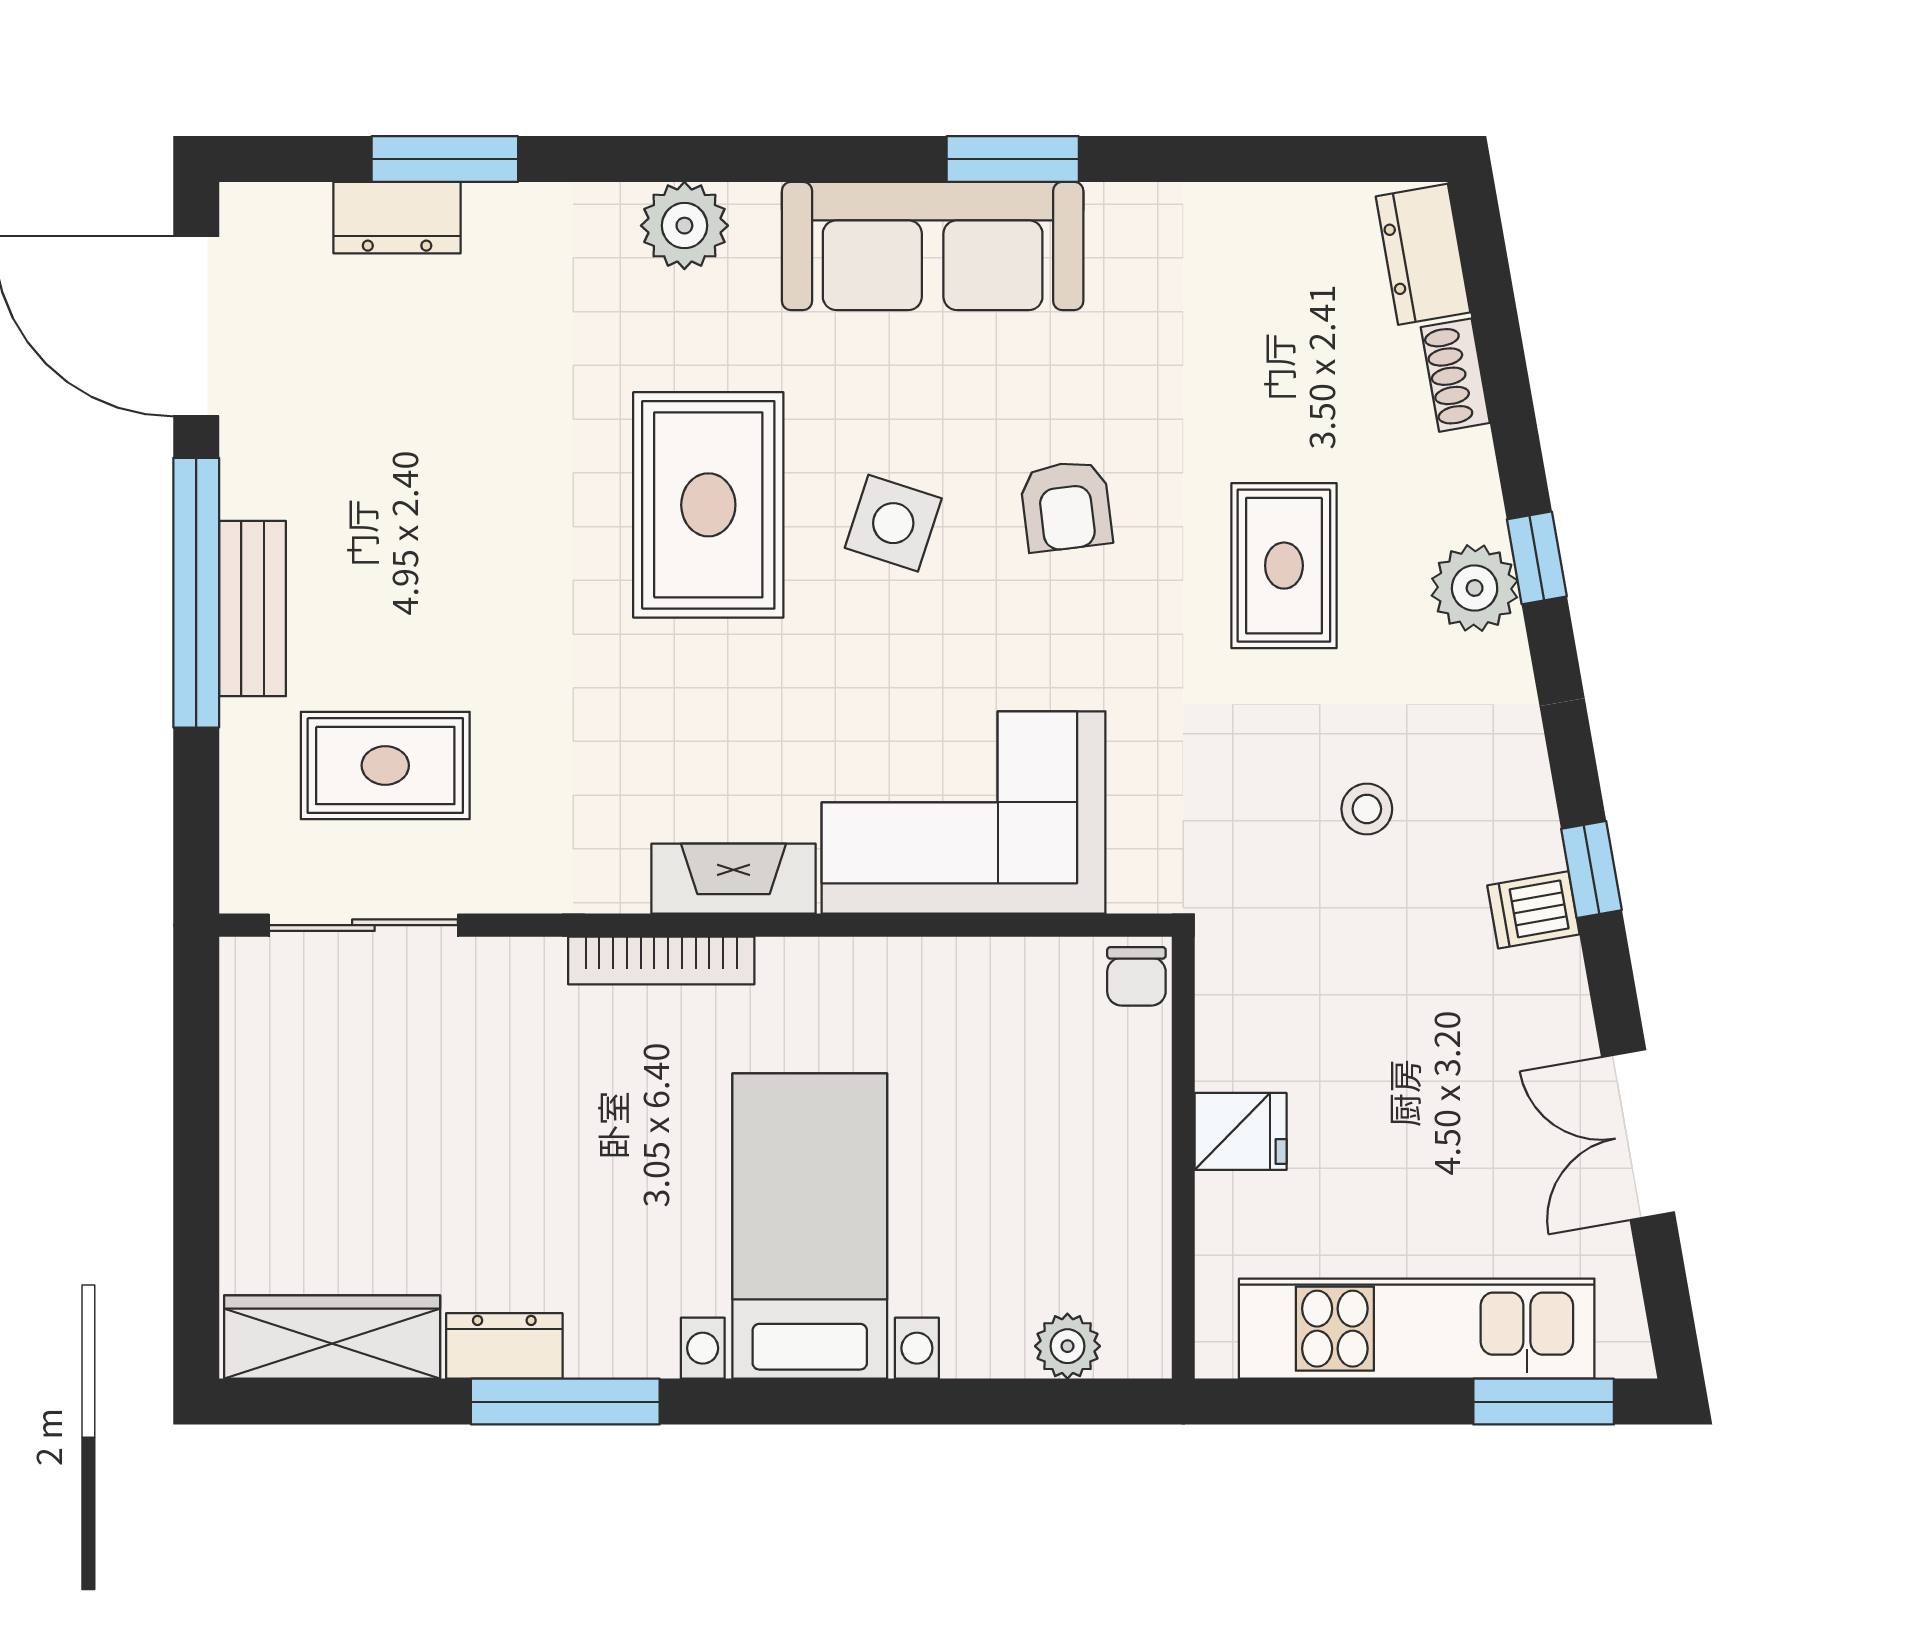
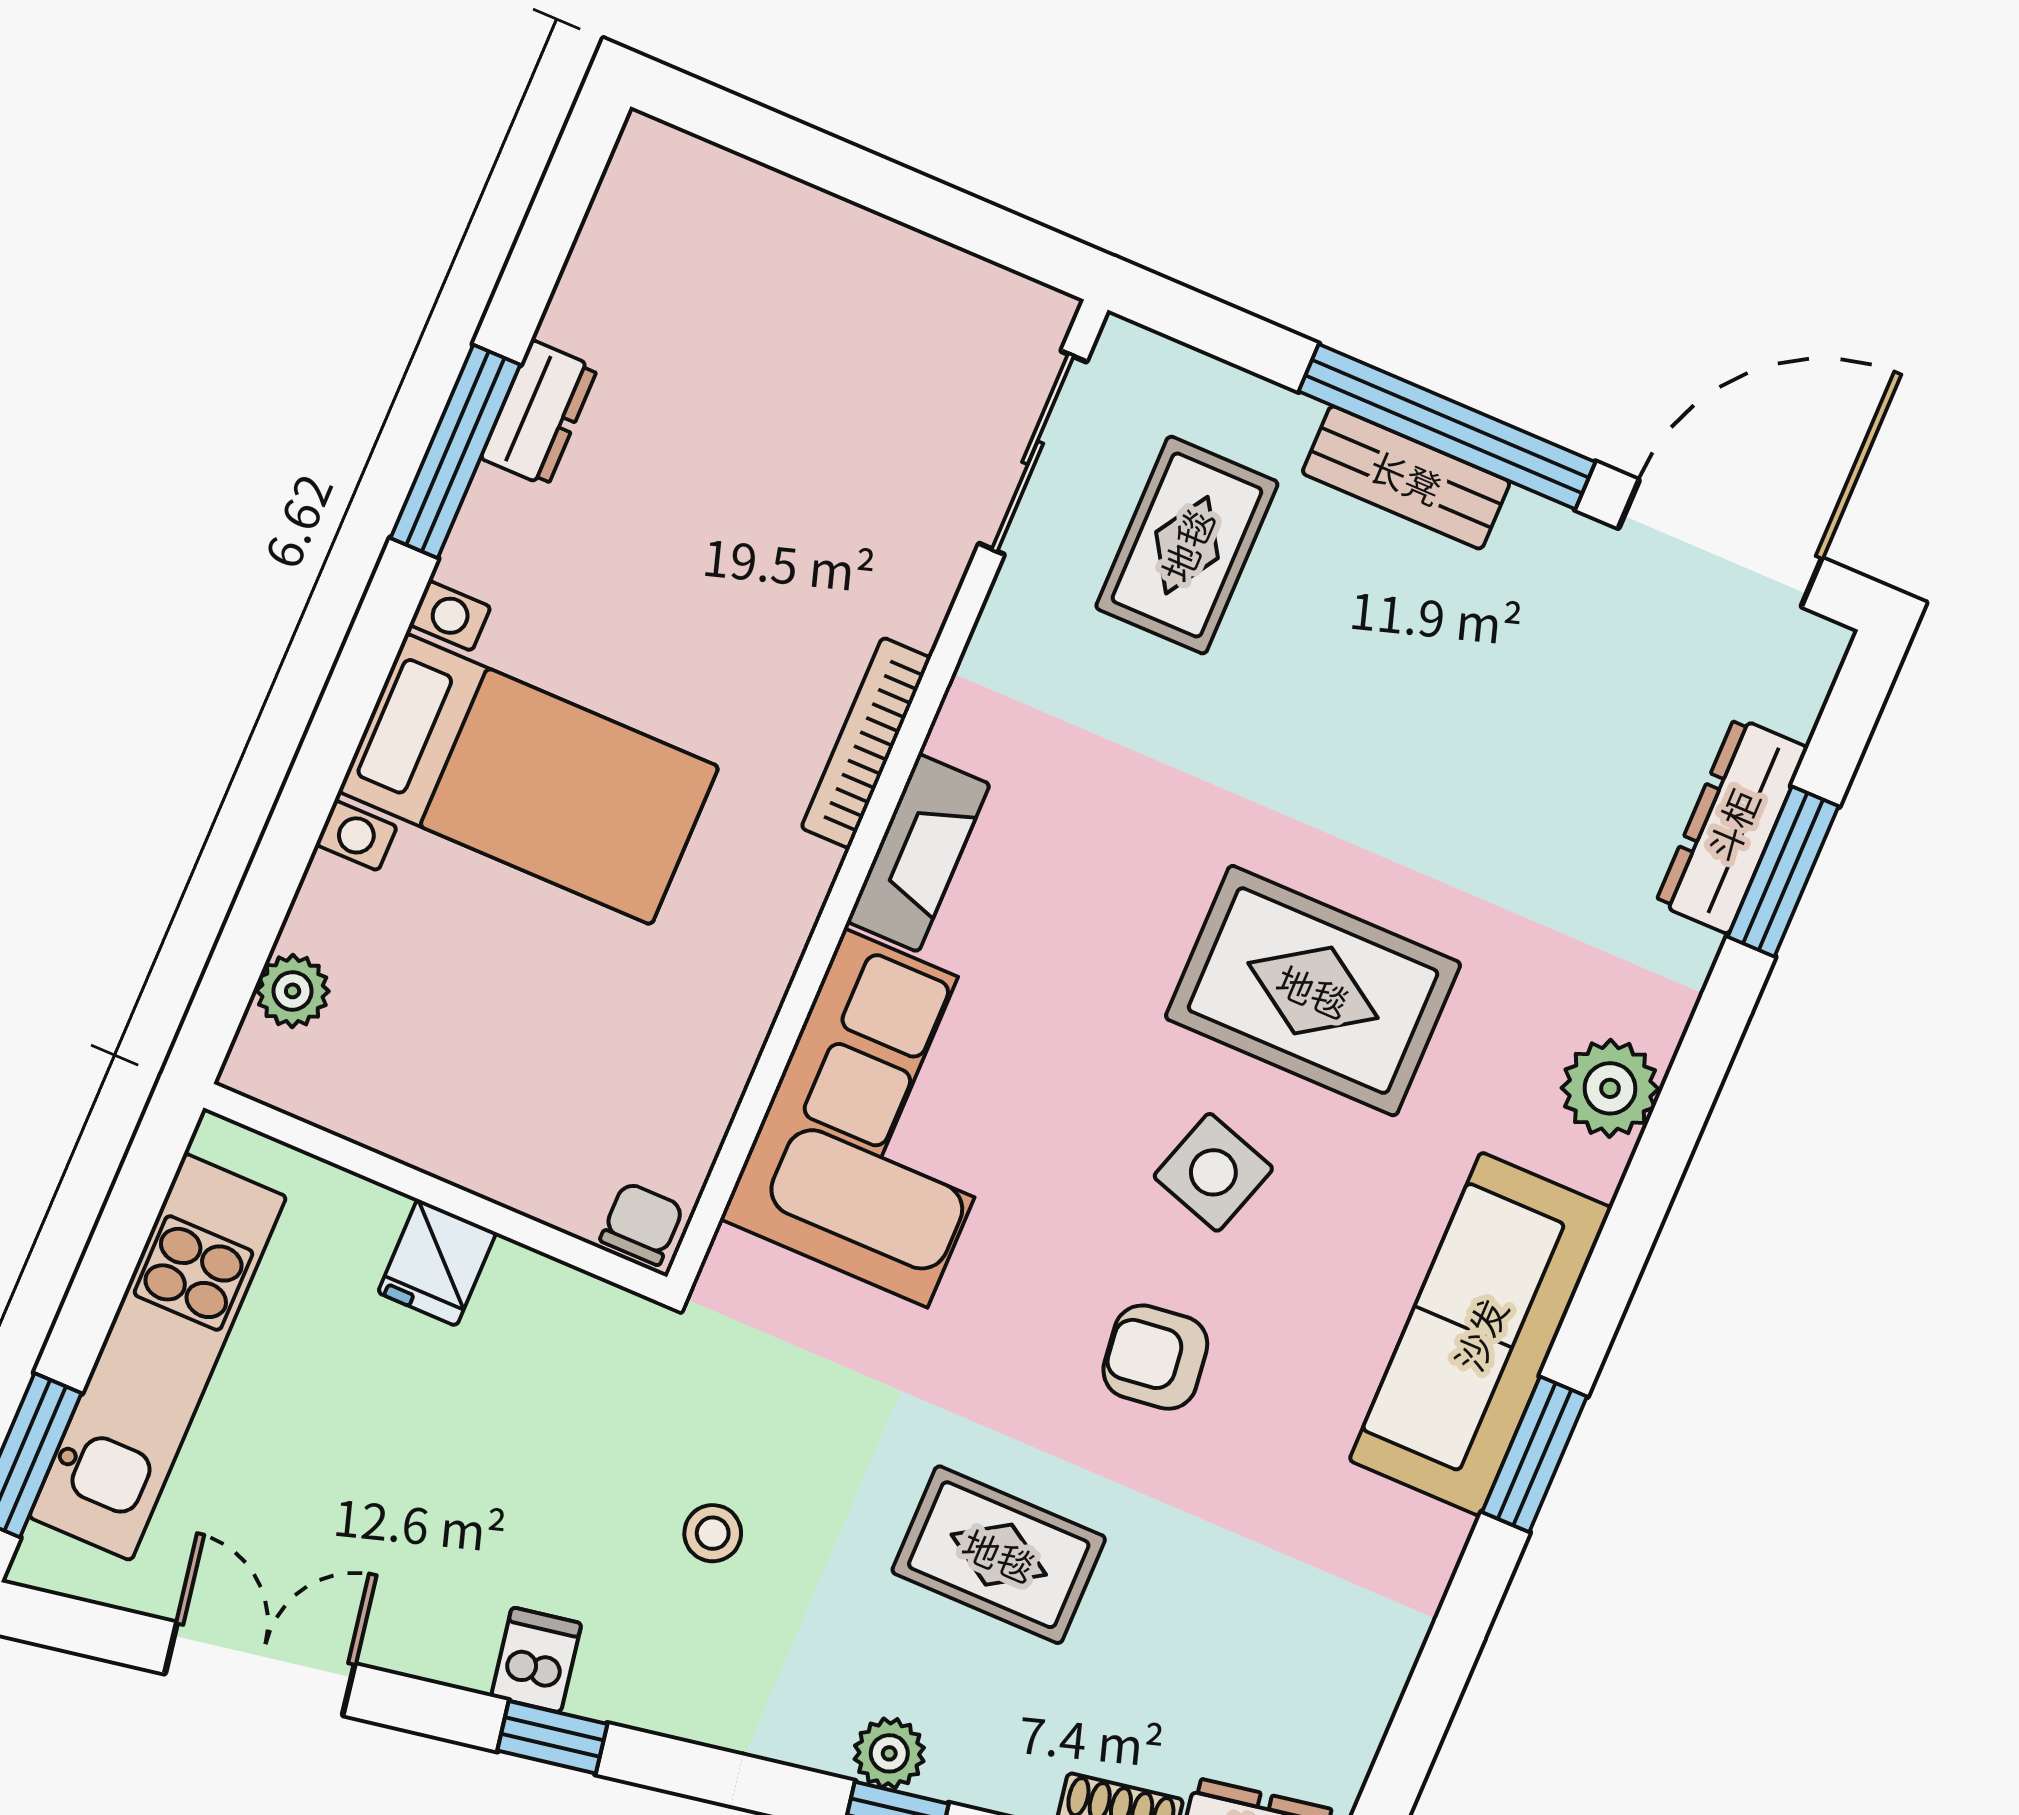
dresser: (397, 218) -> (1732, 825), width x1.44
plant: (1475, 588) -> (889, 1753), width x0.73, depth x0.73
chair: (1136, 976) -> (642, 1224), turned 90
wardrobe: (332, 1337) -> (624, 240), removed

